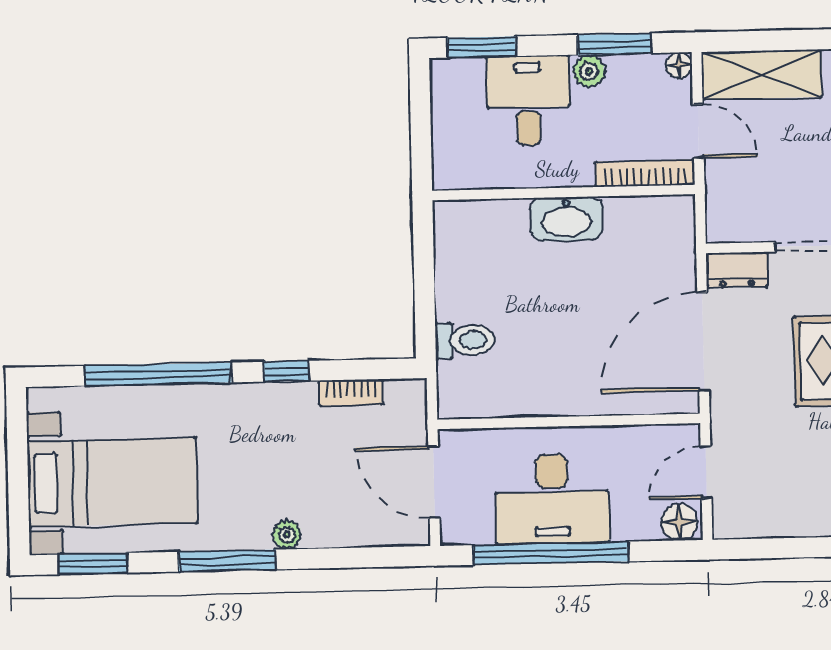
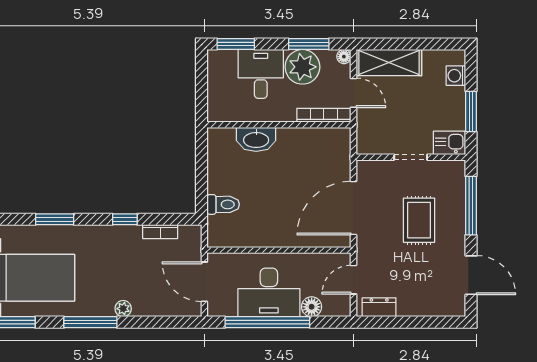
plant: (589, 71) -> (302, 67), width x1.88, depth x1.88
washbasin: (566, 219) -> (256, 139), moved
dresser: (737, 270) -> (379, 307), moved, turned 180
window: (158, 374) -> (55, 219), width x0.47
floor lamp: (679, 522) -> (312, 307), moved

